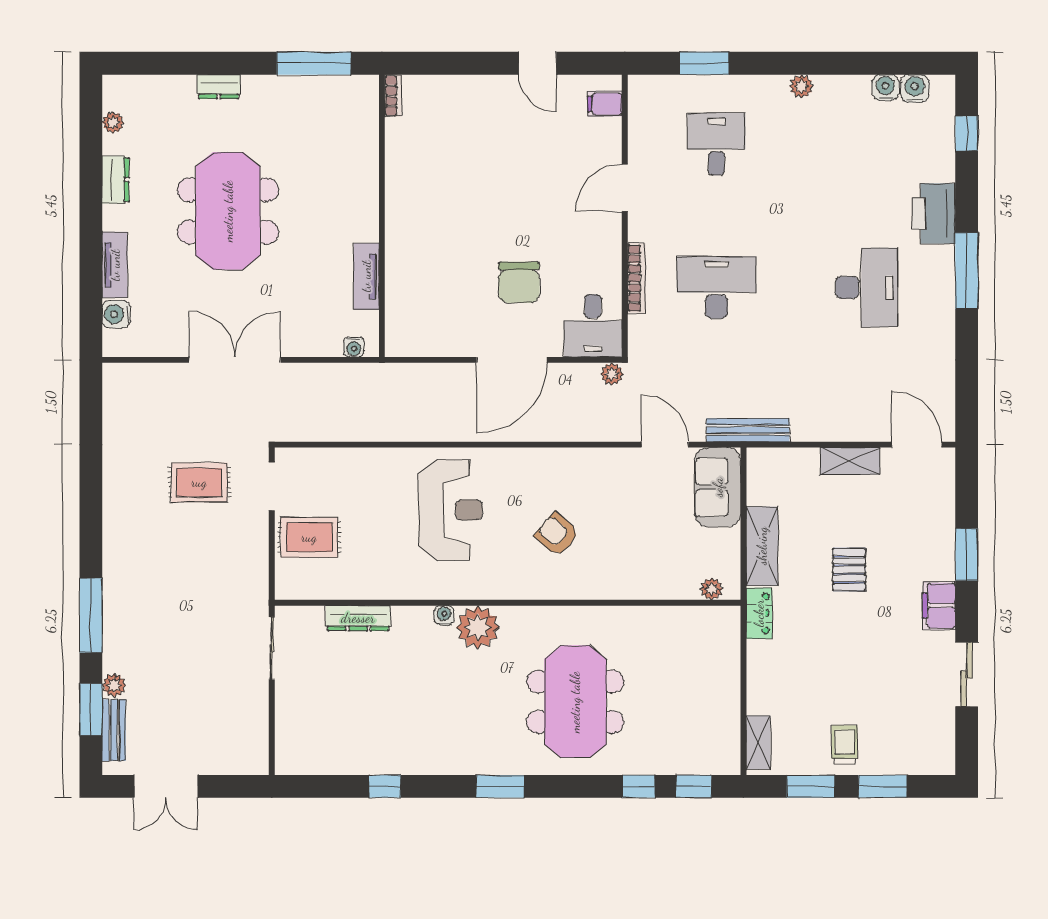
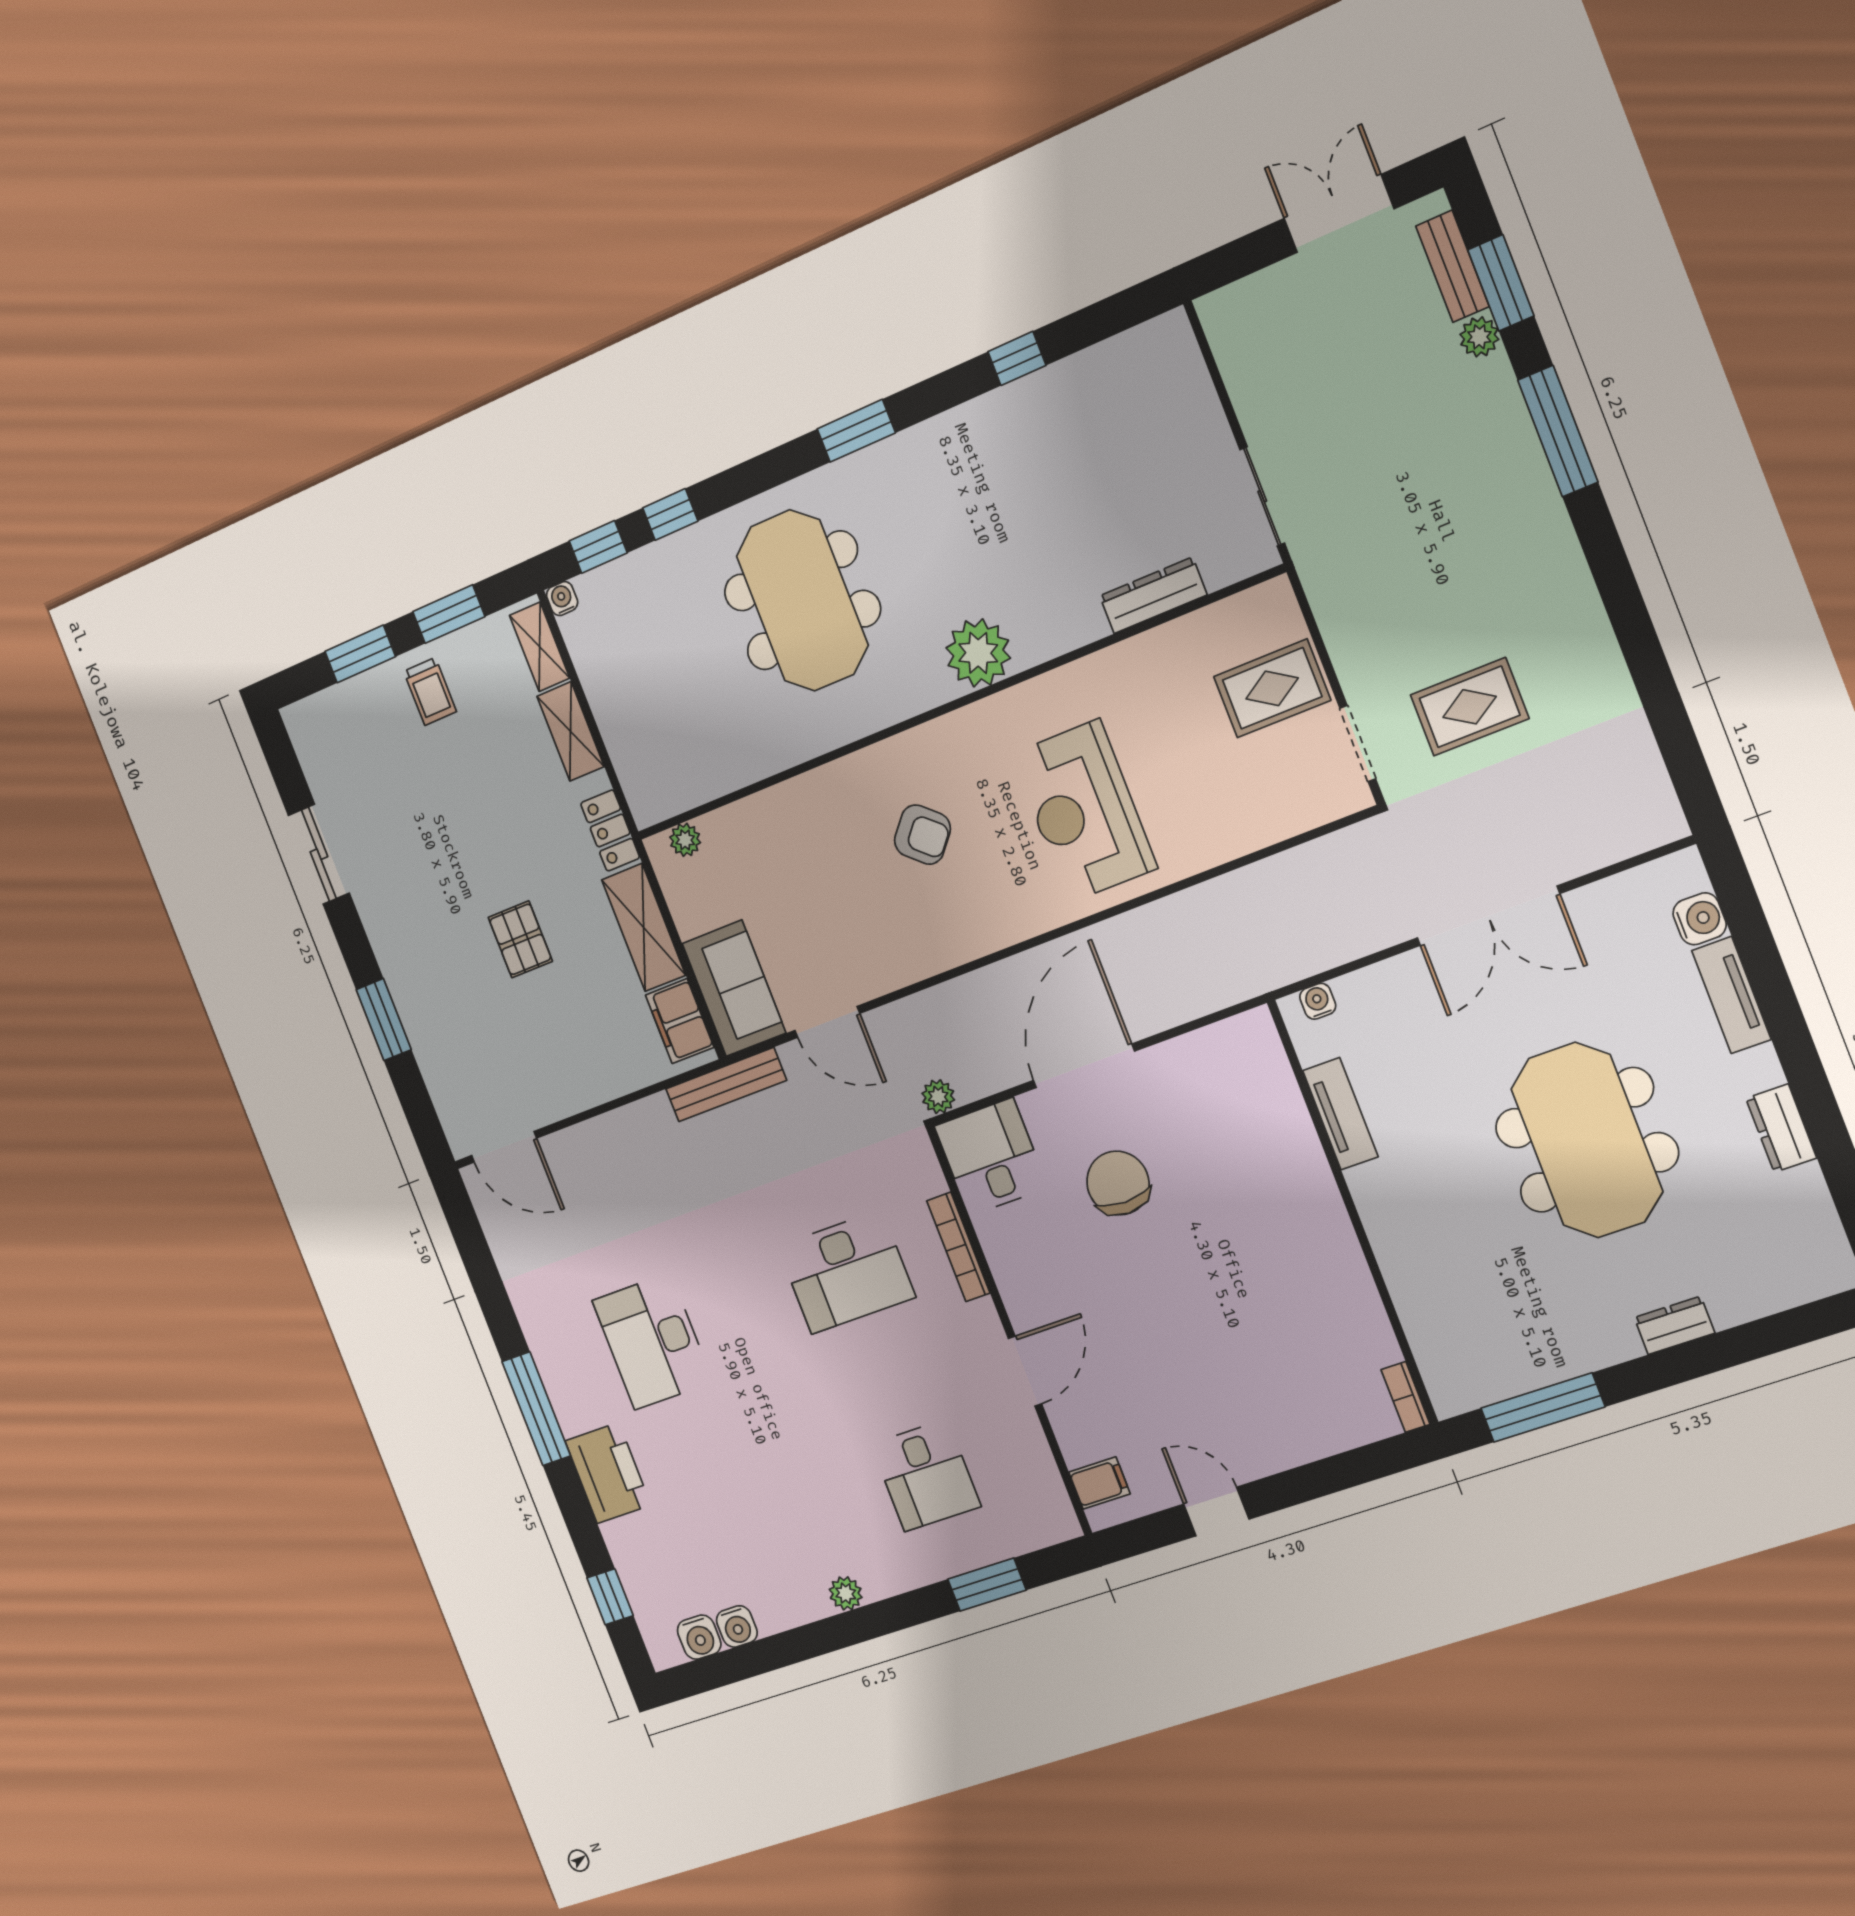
plant: (113, 123) -> (1820, 1216), removed
shelving: (850, 461) -> (571, 731), moved, turned 90
filing cabinet: (939, 606) -> (680, 1021), moved, turned 180
water cooler: (444, 615) -> (562, 599), moved, turned 180

